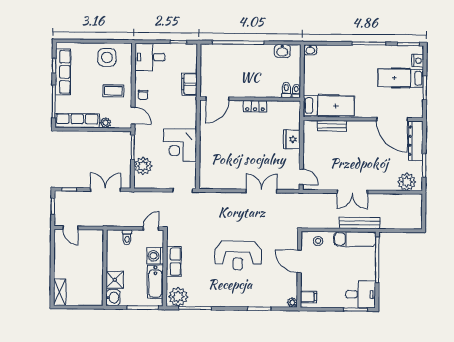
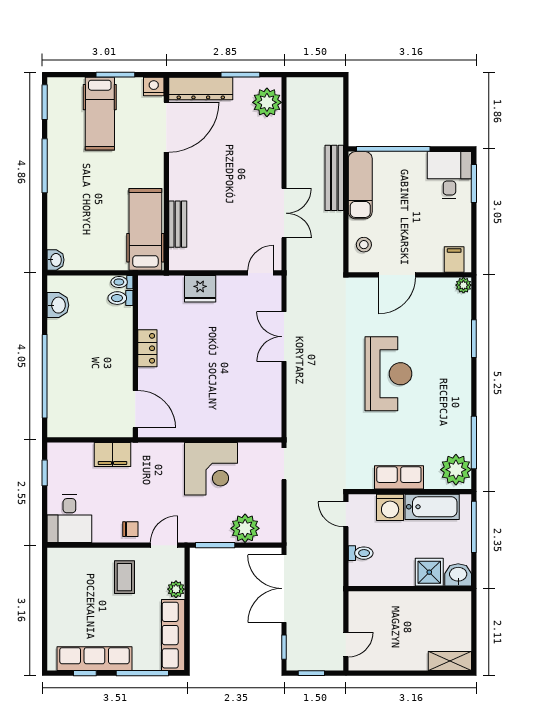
side table: (107, 57) -> (71, 588), removed
nightstand: (418, 61) -> (154, 87), moved
double door: (105, 190) -> (284, 589), width x1.37
double door: (352, 192) -> (284, 213), moved

